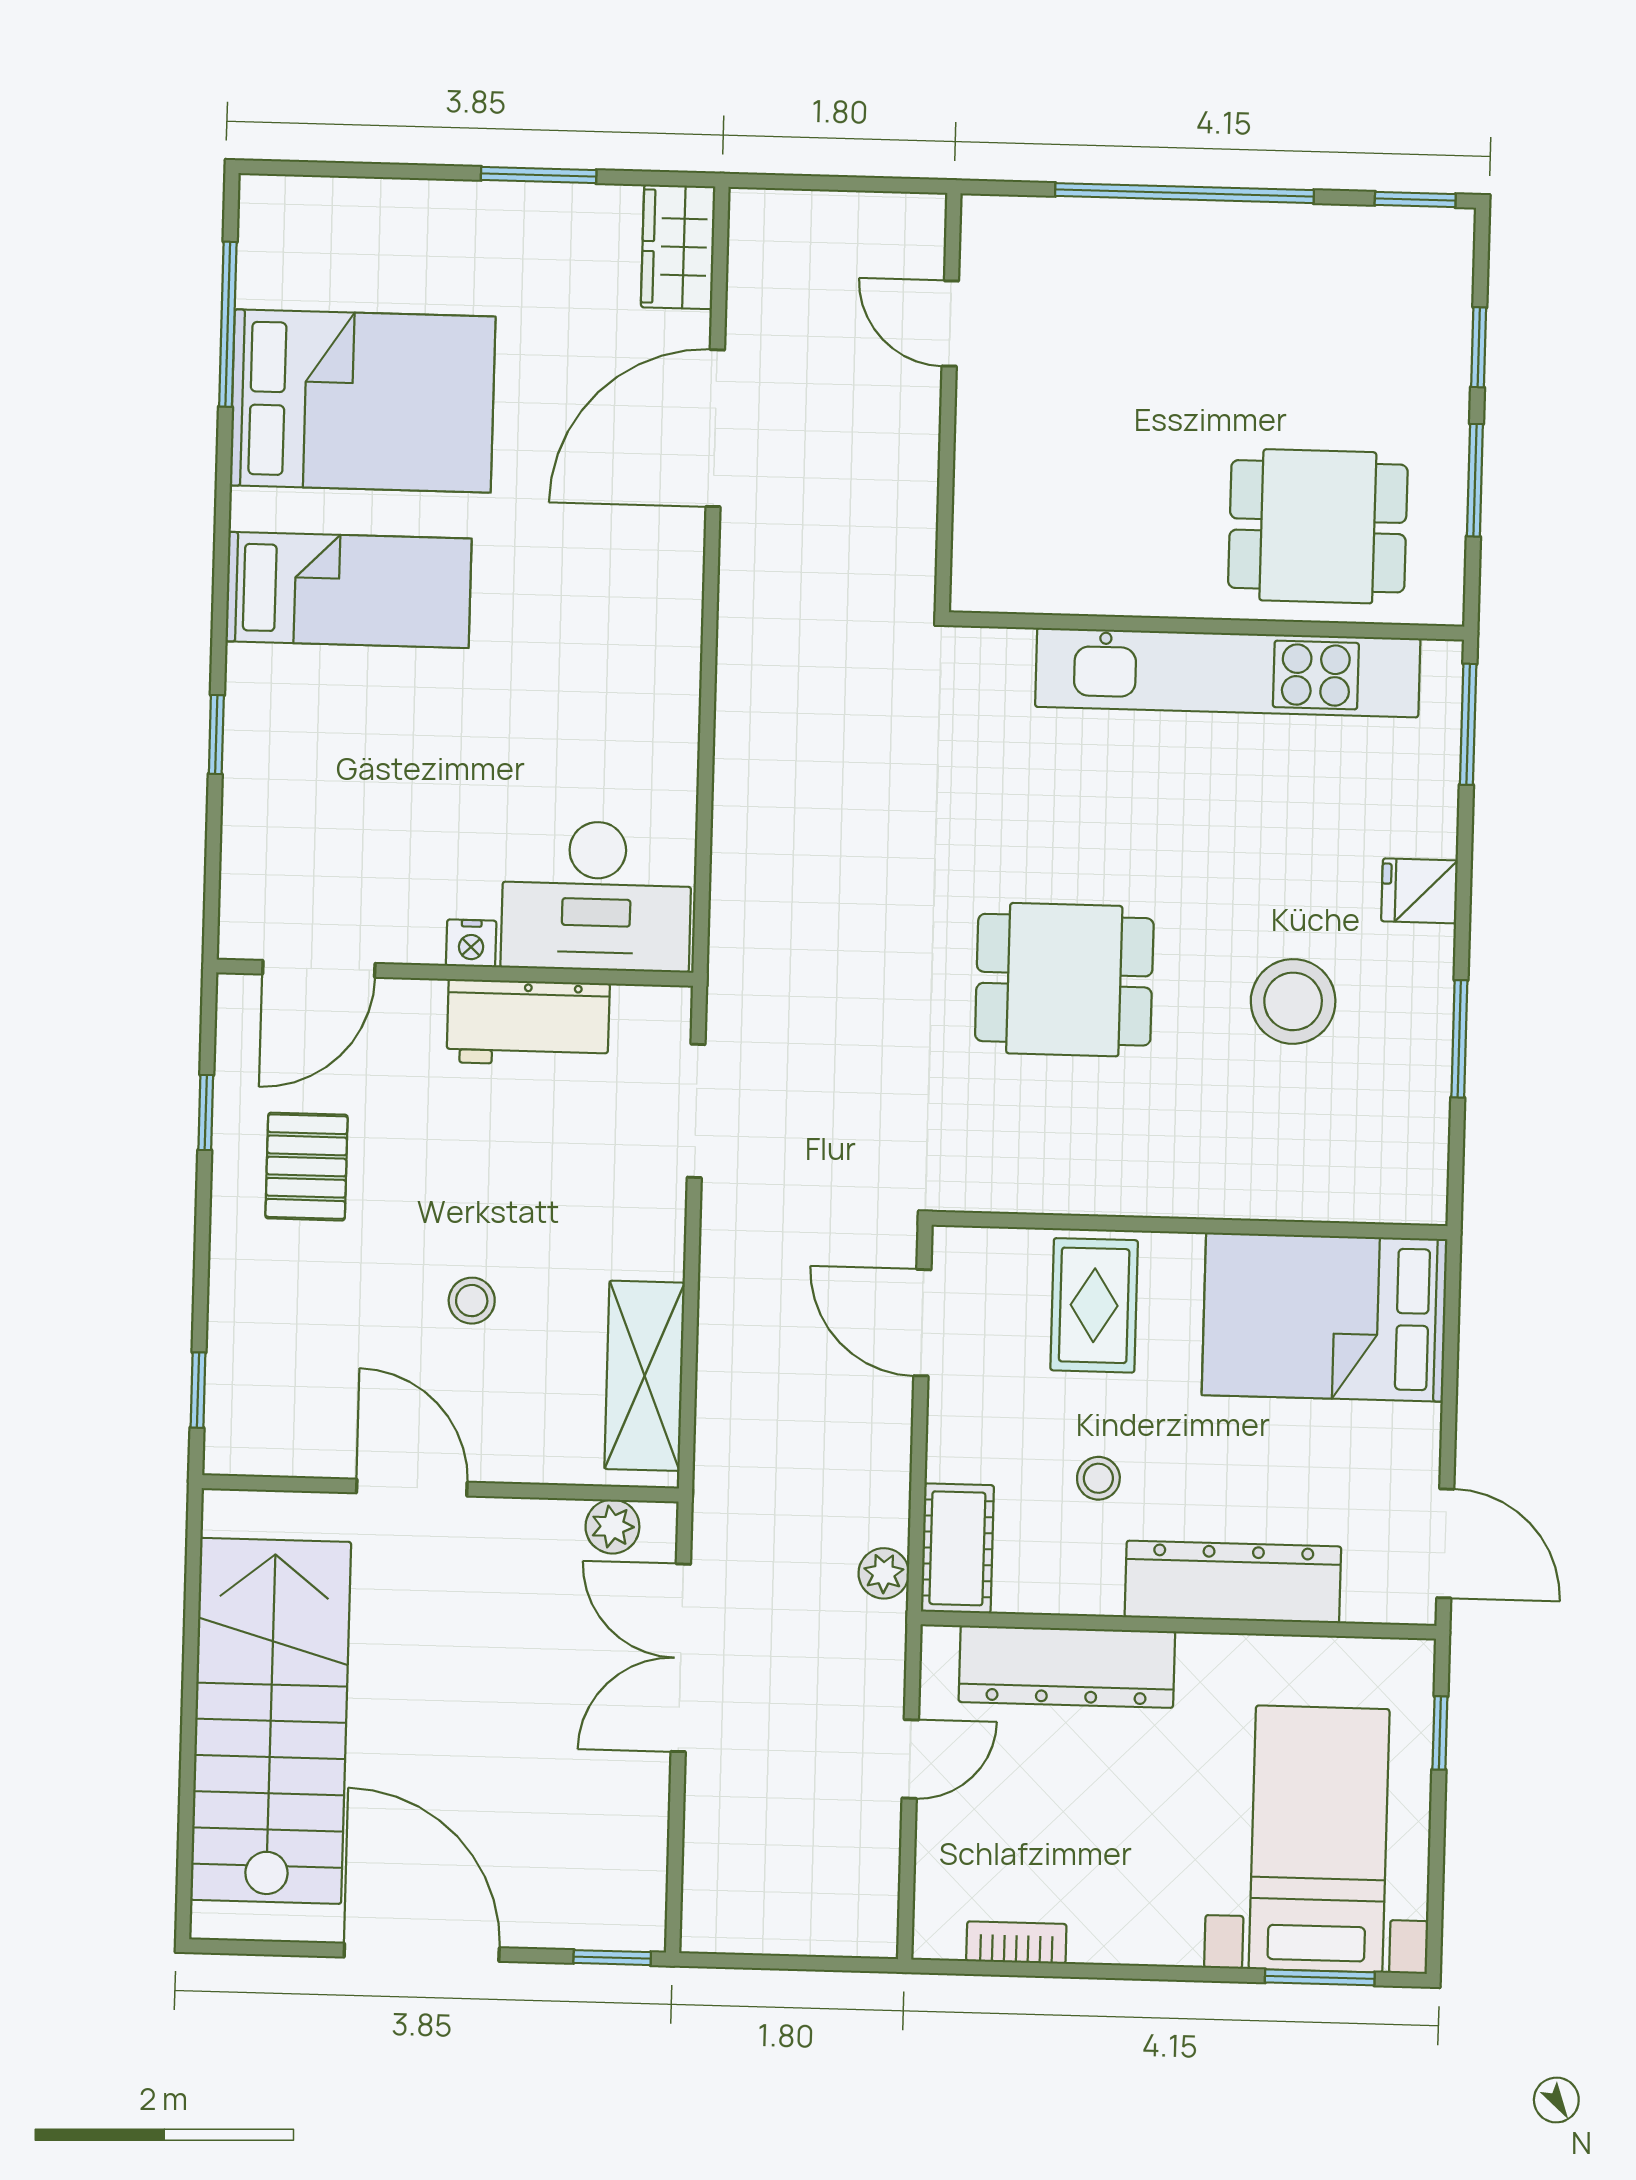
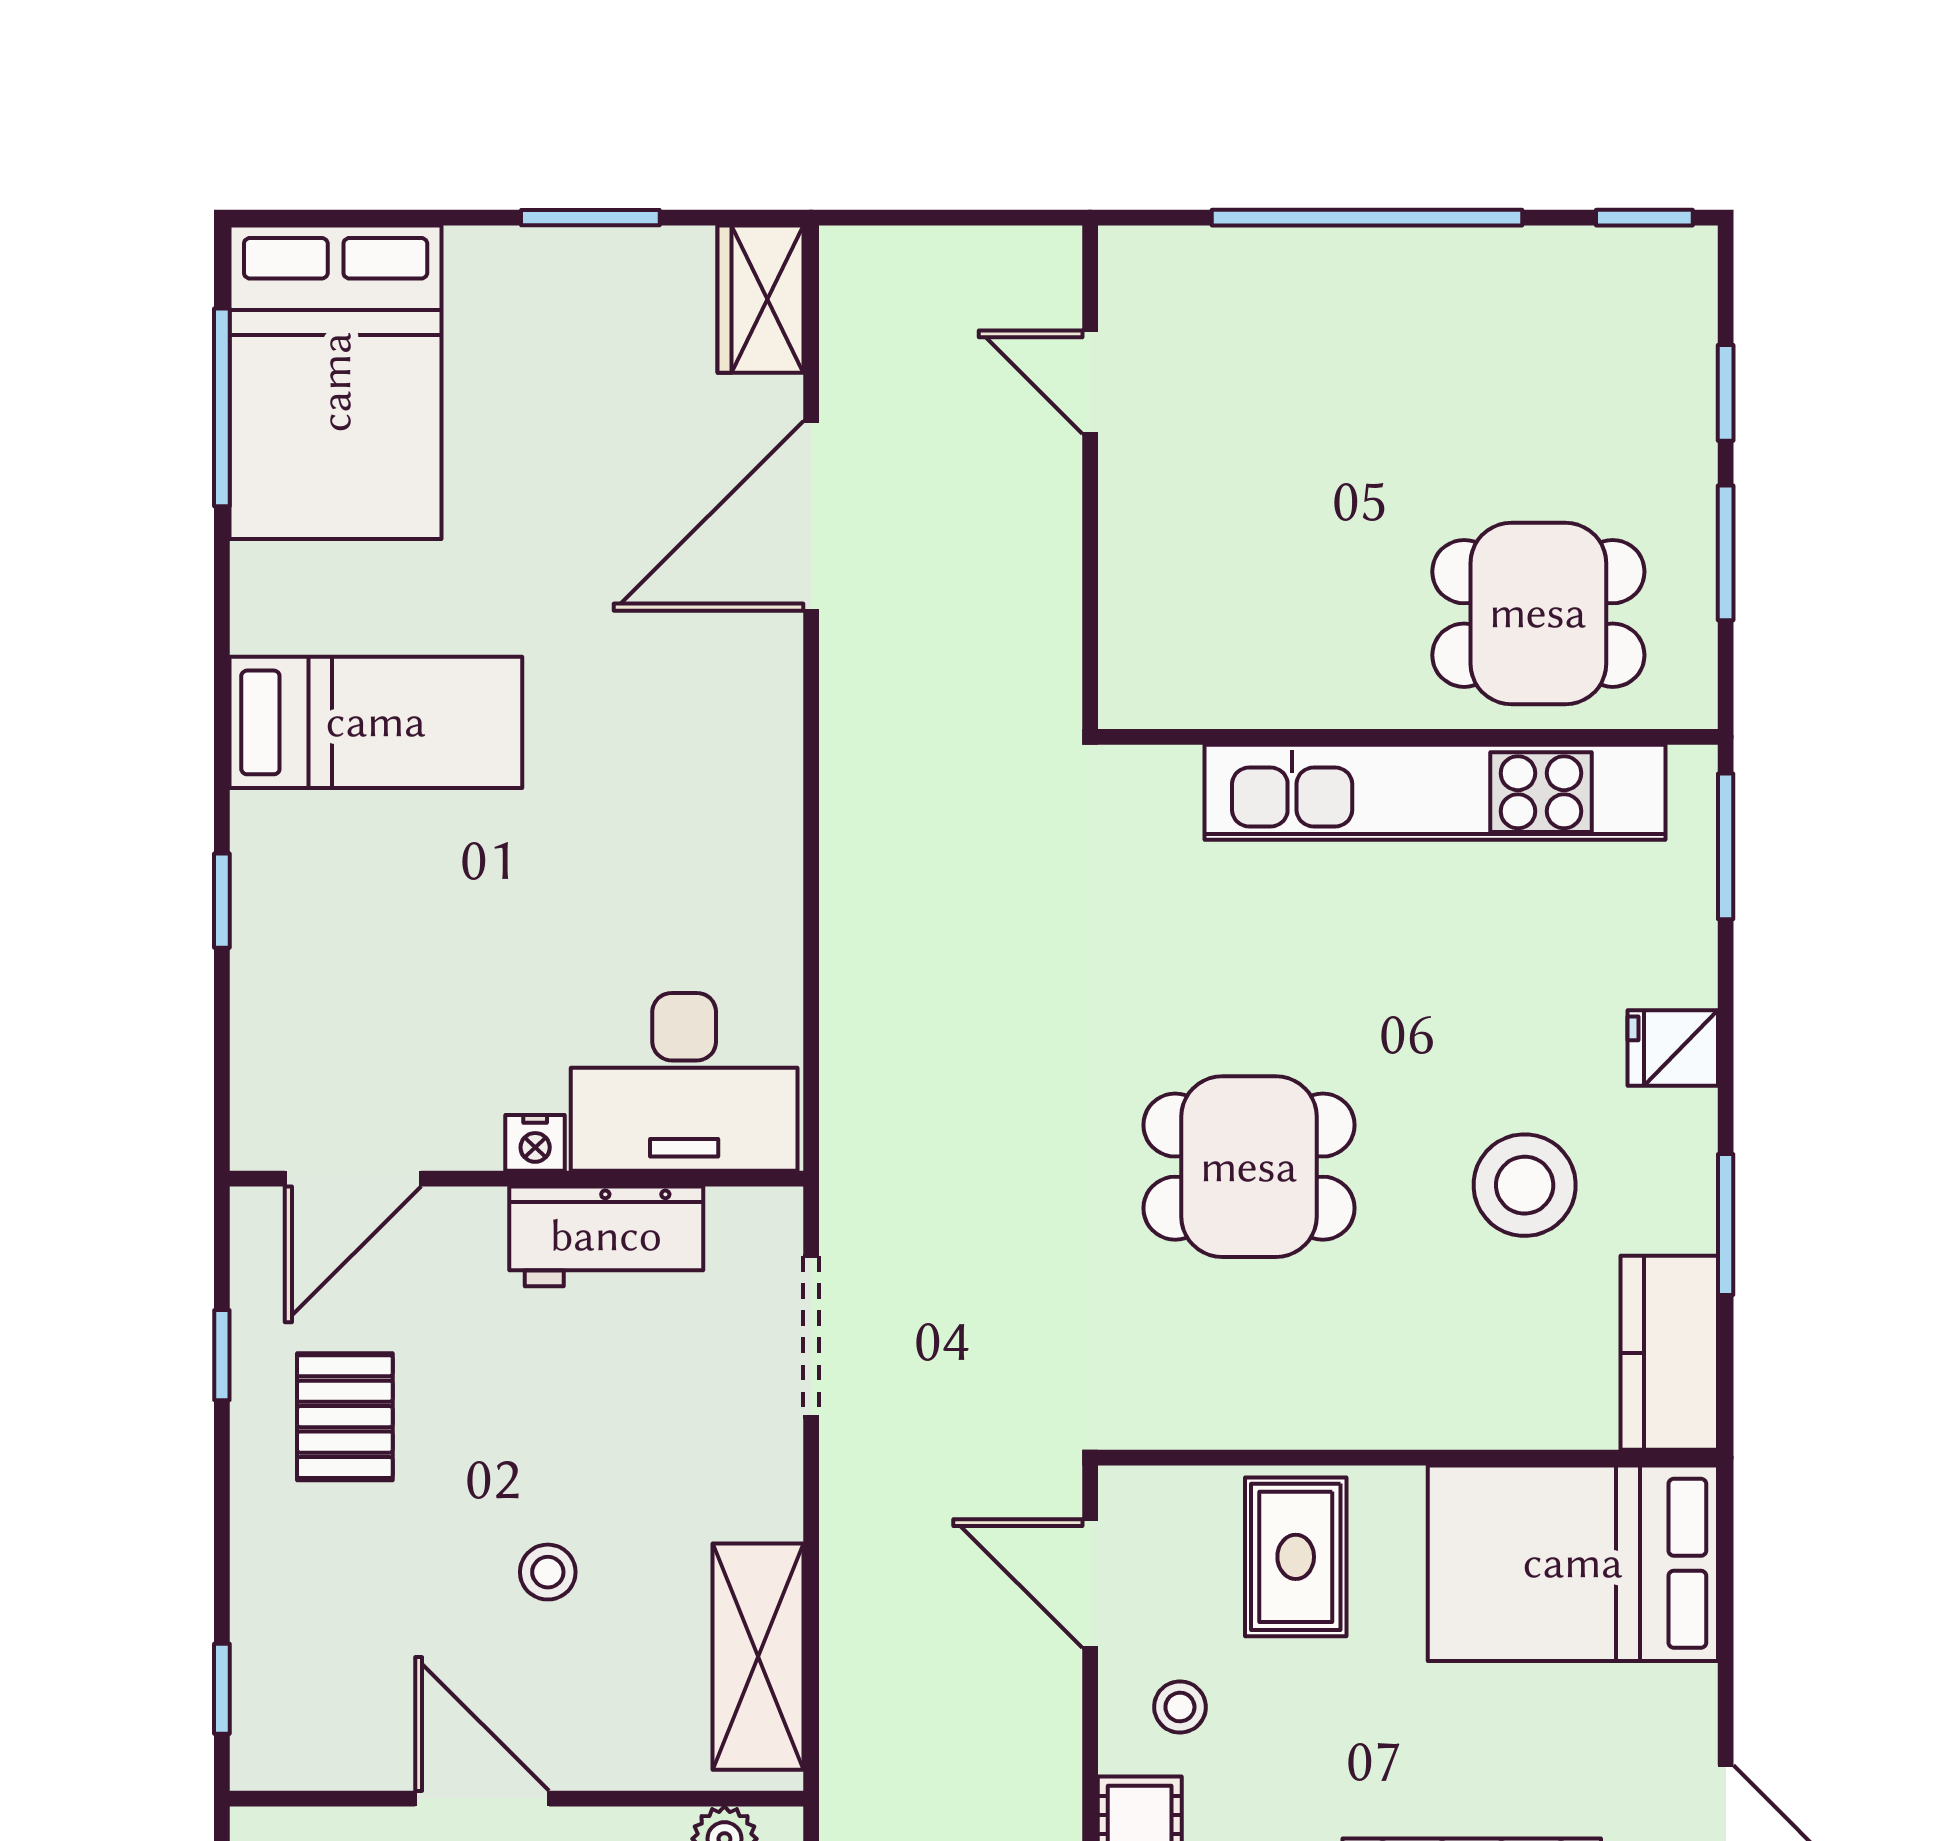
bed: (363, 401) -> (336, 382), moved, turned 90
kitchen counter: (1410, 1144) -> (1669, 1353), added
stool: (1098, 1478) -> (1180, 1707), moved

